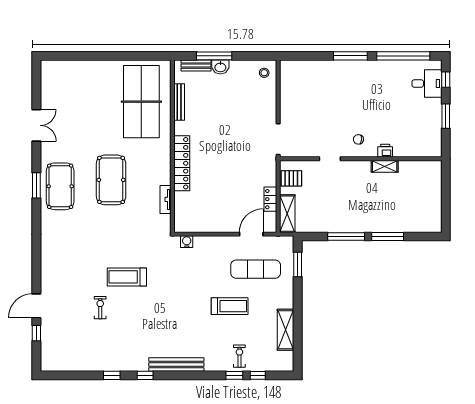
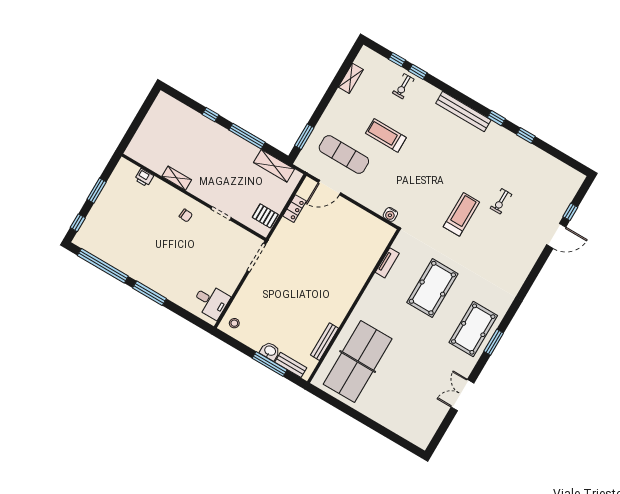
desk: (427, 84) -> (211, 301), moved, turned 180
printer: (385, 151) -> (144, 178), moved
locker: (182, 163) -> (354, 286), removed
pool table: (111, 180) -> (432, 288), moved
shelving: (287, 214) -> (274, 166), moved, turned 90
window: (388, 236) -> (210, 115), width x0.46
treadmill: (127, 277) -> (461, 214), turned -90
shelving: (286, 330) -> (351, 78), width x0.67, depth x0.75

